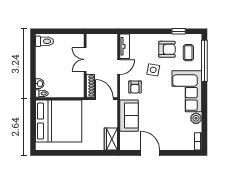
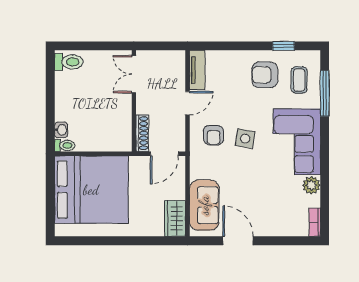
armchair: (167, 49) -> (265, 75), turned 180
double door: (85, 59) -> (134, 74), moved
window: (204, 61) -> (325, 93), width x0.68
side table: (153, 70) -> (245, 139), moved
door: (104, 99) -> (164, 154), swing flipped
sofa: (129, 116) -> (204, 205), moved

